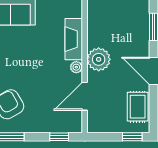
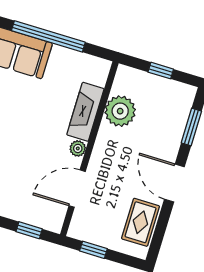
plant: (99, 59) -> (120, 111), moved
window: (132, 137) -> (93, 250), moved

